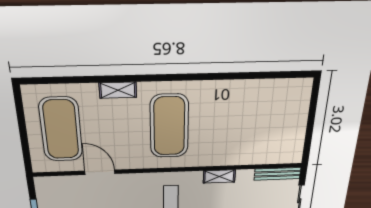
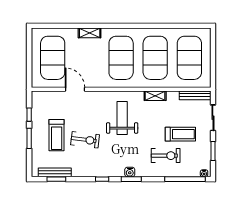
exercise mat: (275, 123) -> (189, 58), added
exercise mat: (222, 125) -> (155, 58), added

